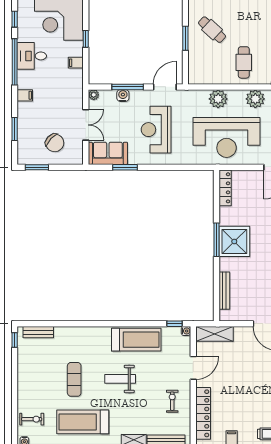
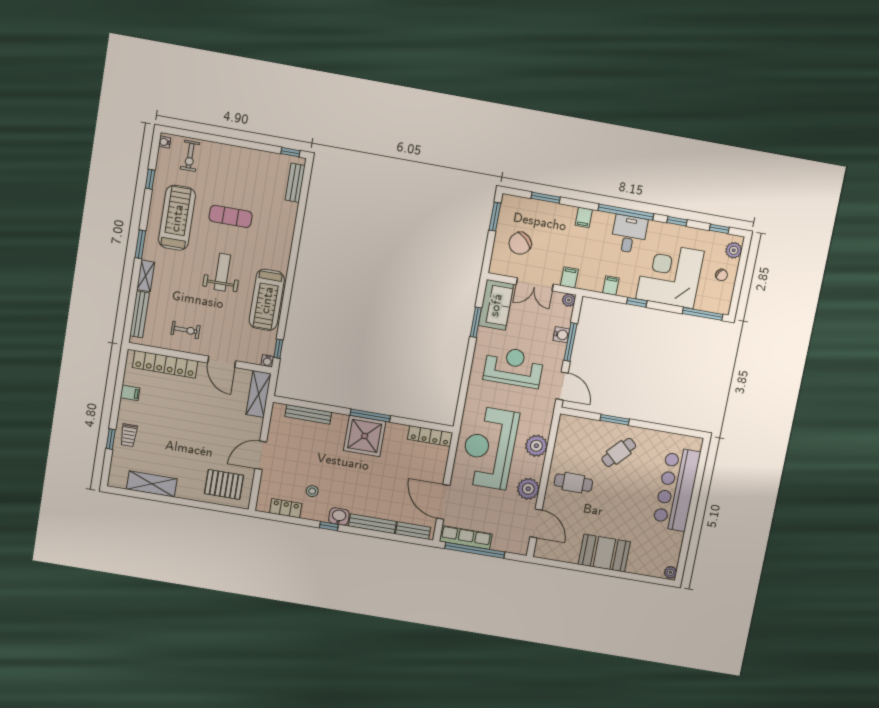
filing cabinet: (75, 98) -> (569, 277), added

